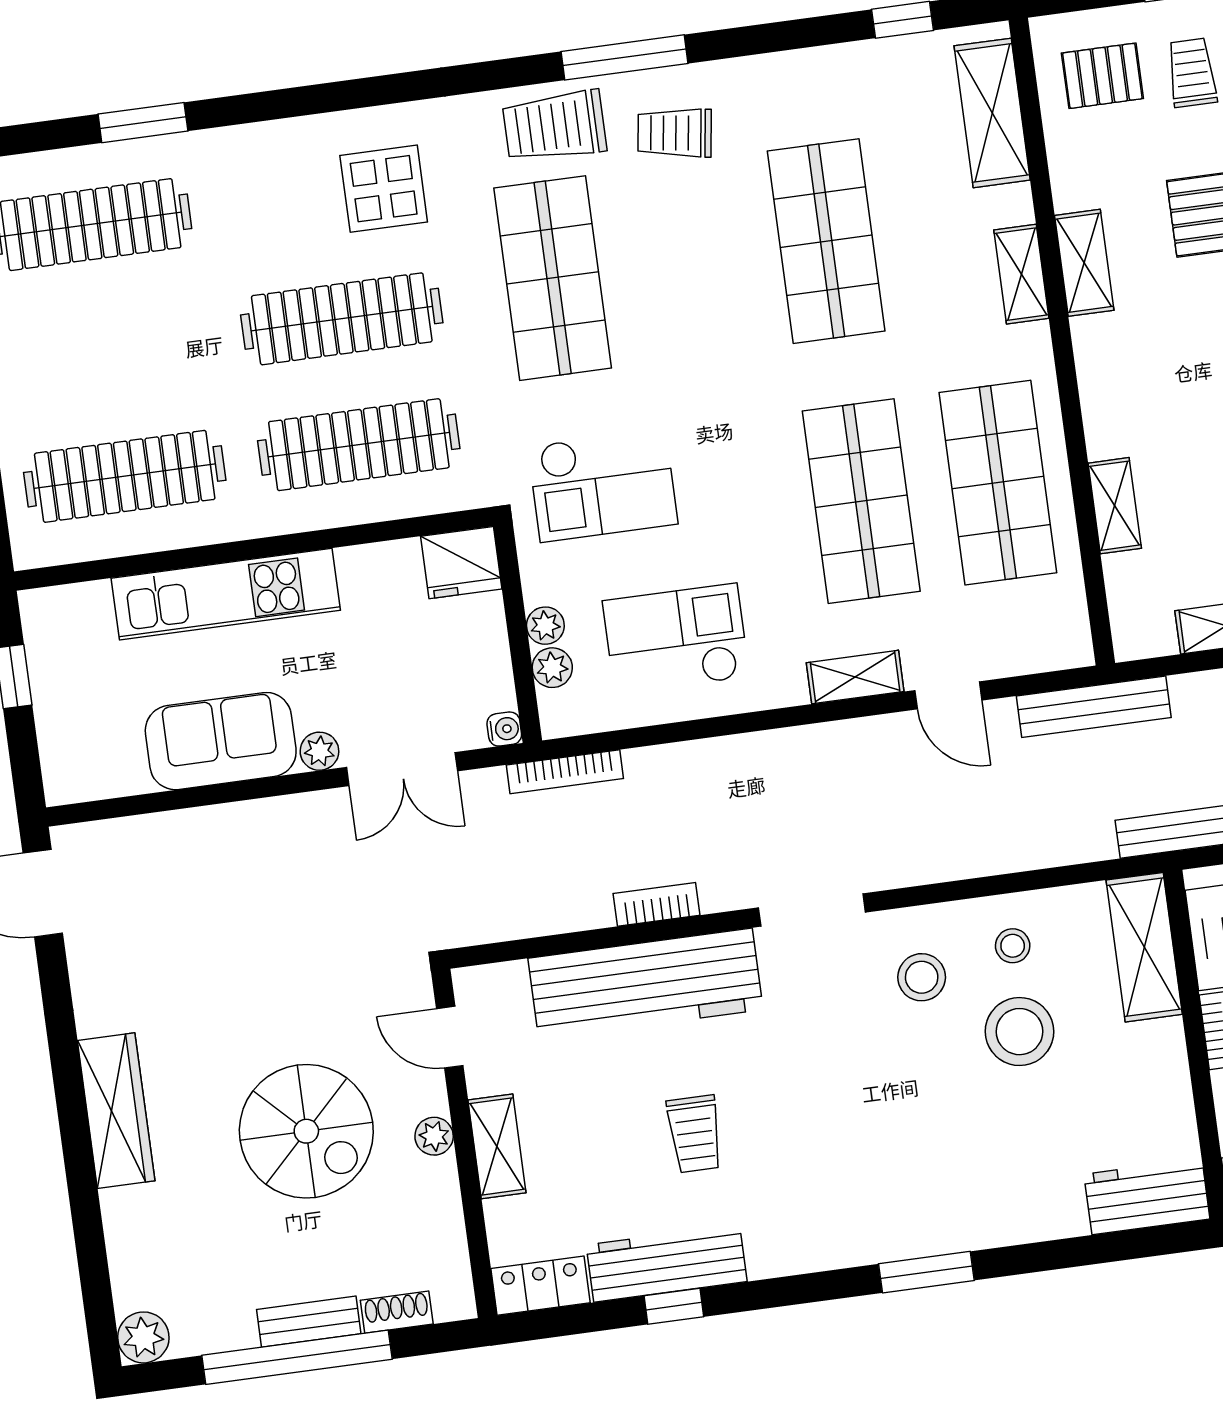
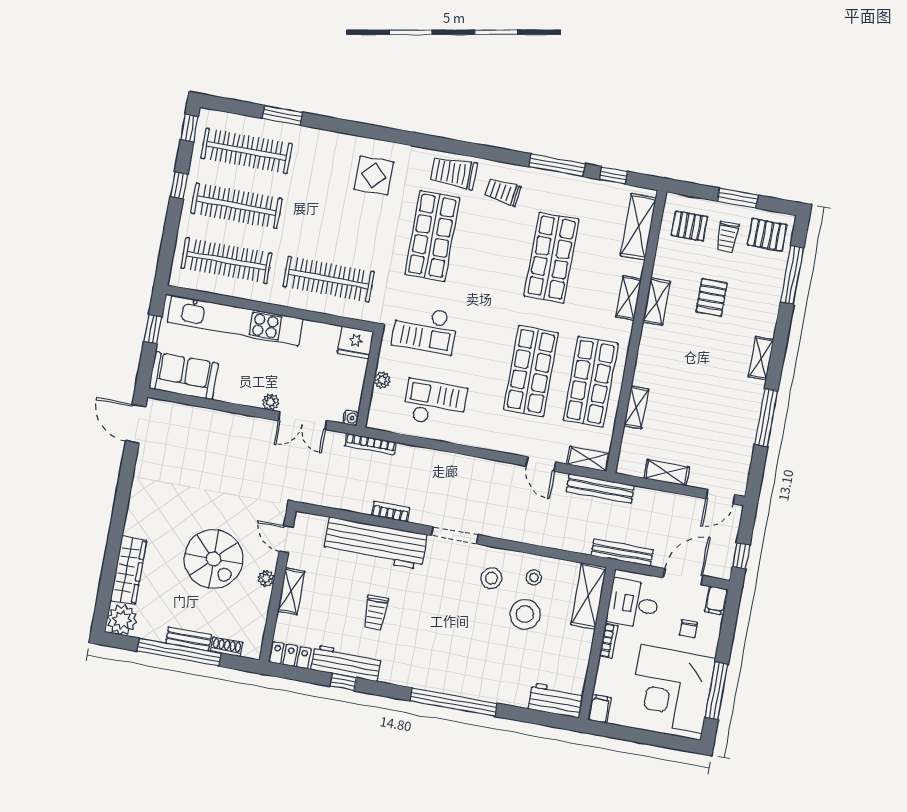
window: (624, 57) -> (557, 165), moved
trolley: (1192, 73) -> (727, 237), turned 180
clothes rail: (342, 319) -> (236, 206), moved
kitchen unit: (226, 594) -> (235, 320), width x1.36
plant: (552, 668) -> (379, 399), removed
shelving: (855, 677) -> (588, 459), moved
sofa: (221, 741) -> (184, 376), moved
wardrobe: (116, 1111) -> (128, 570), moved
window: (926, 1272) -> (453, 702), width x2.11
plant: (143, 1337) -> (122, 620), width x1.36, depth x1.36

